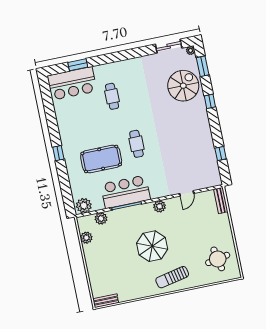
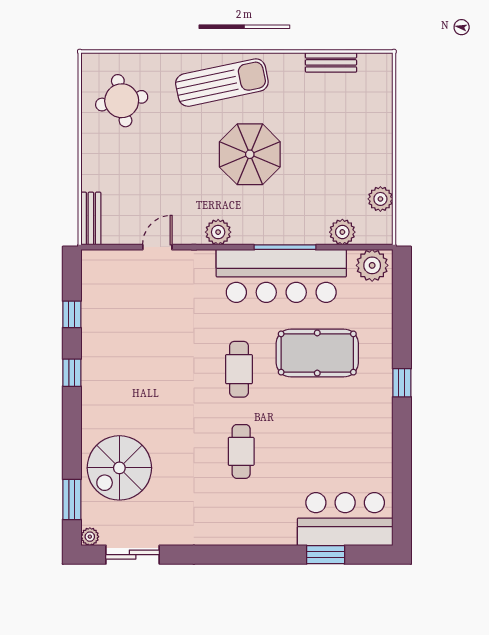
cafe table: (112, 96) -> (241, 451), moved
window: (210, 101) -> (72, 373), moved
bar counter: (126, 192) -> (281, 276), width x1.36
sun lounger: (172, 277) -> (222, 83), width x1.36, depth x1.34
bench: (106, 301) -> (331, 62), moved

